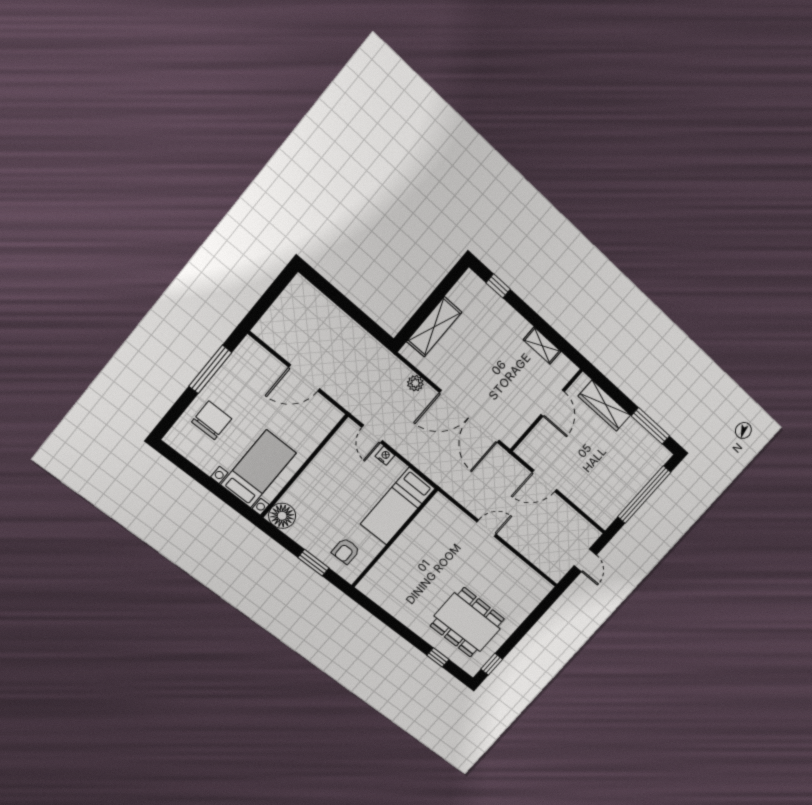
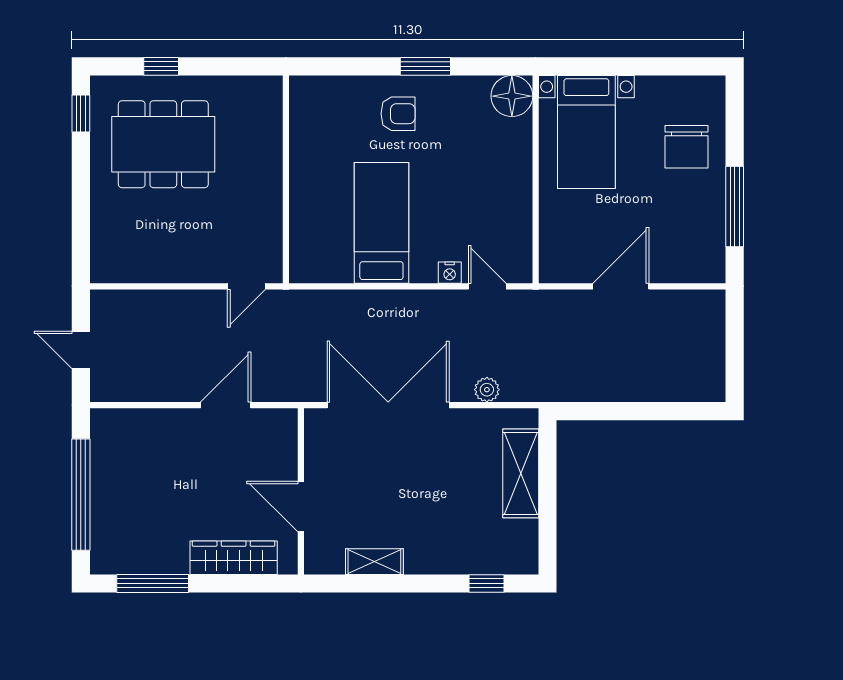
wall: (394, 538) -> (286, 179), moved
armchair: (346, 551) -> (398, 114), turned 90

